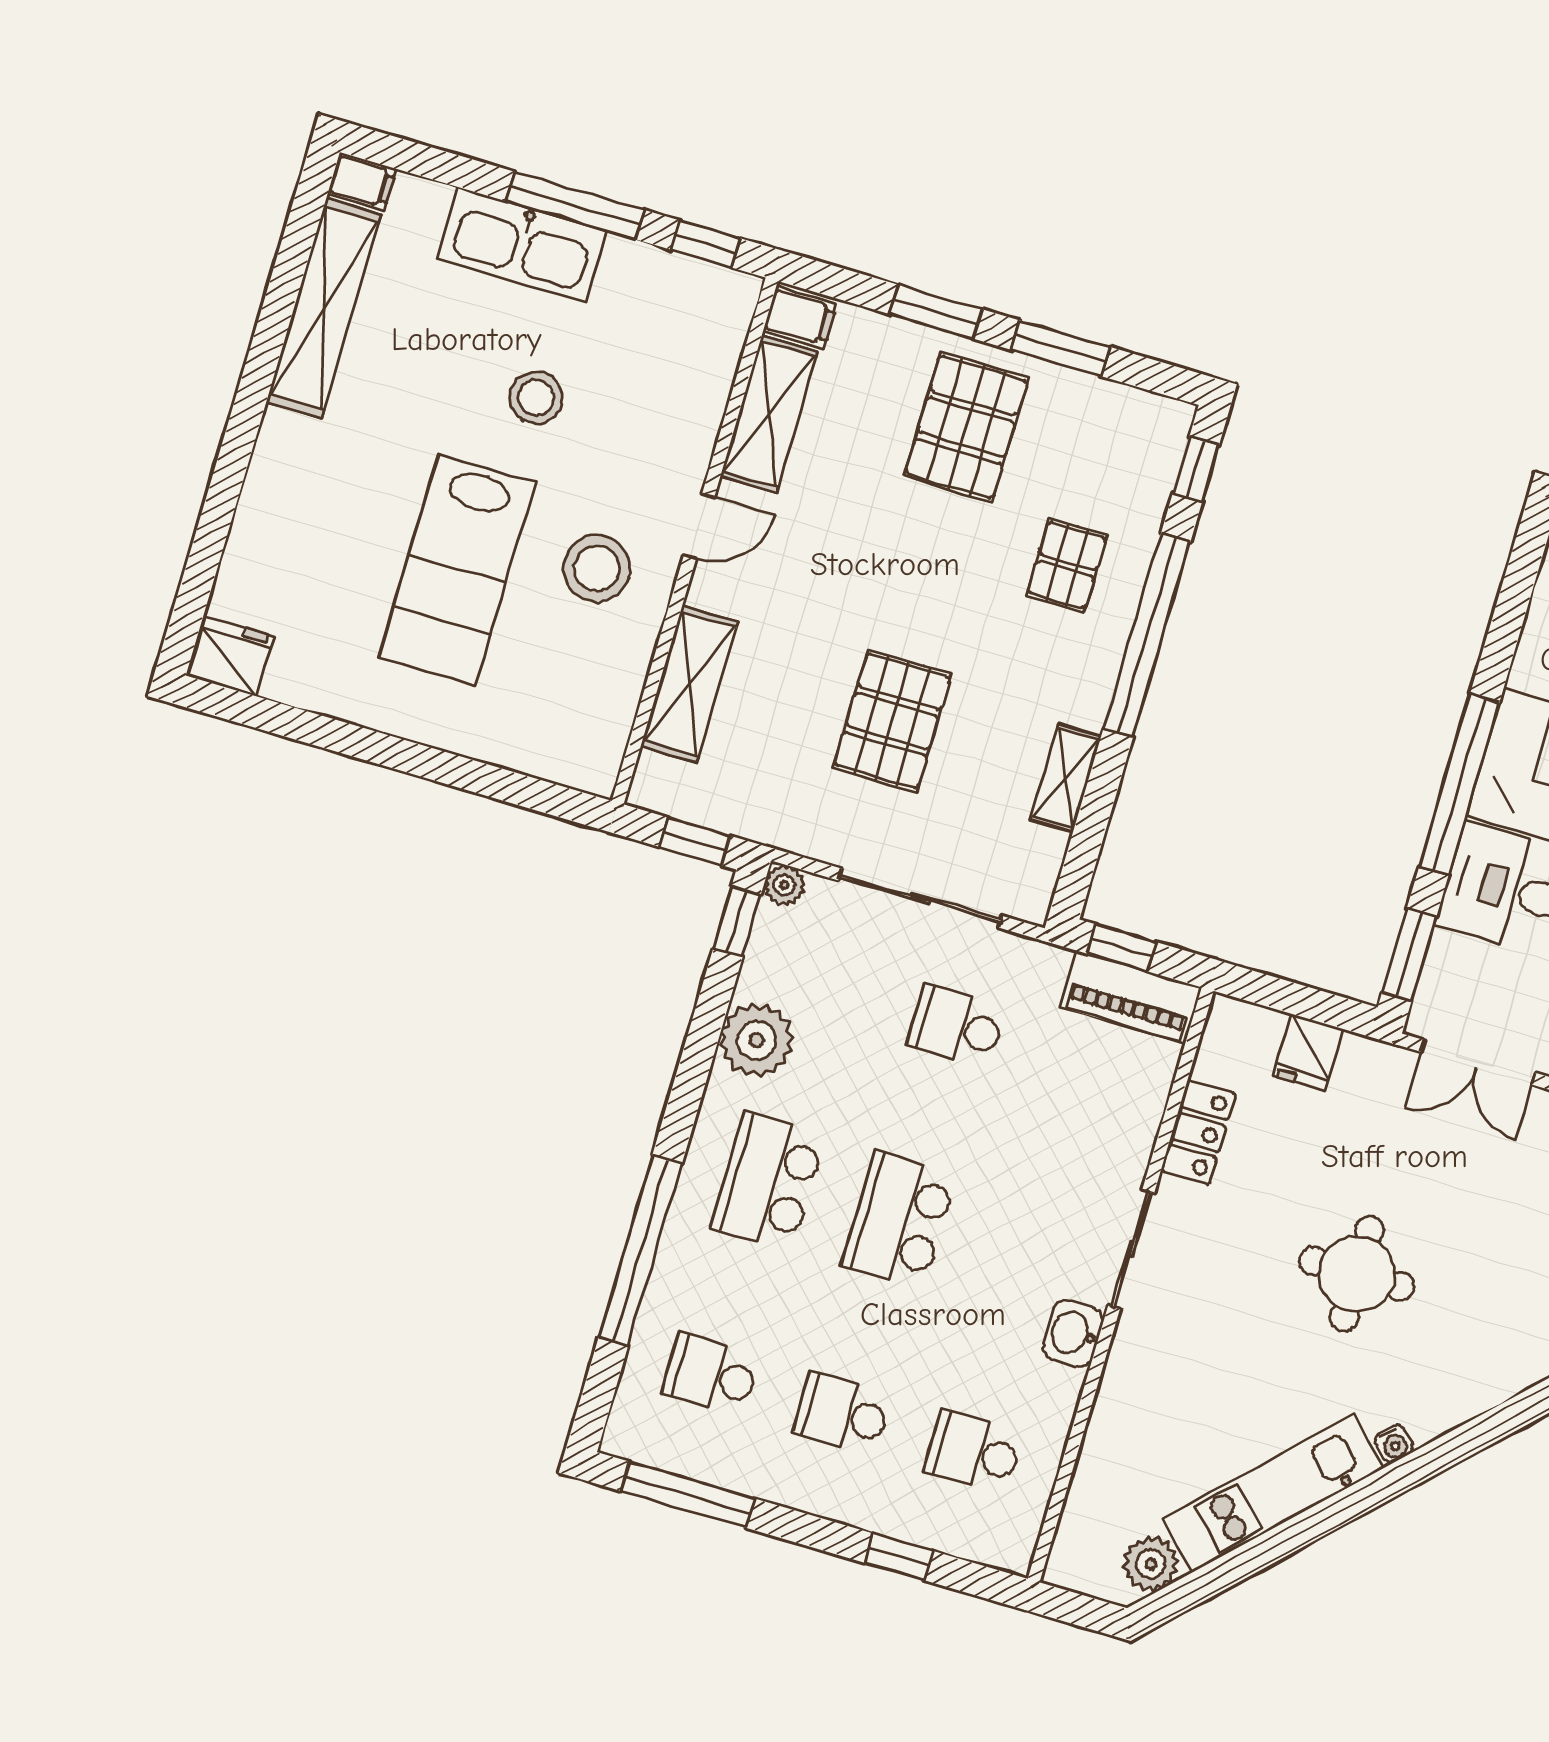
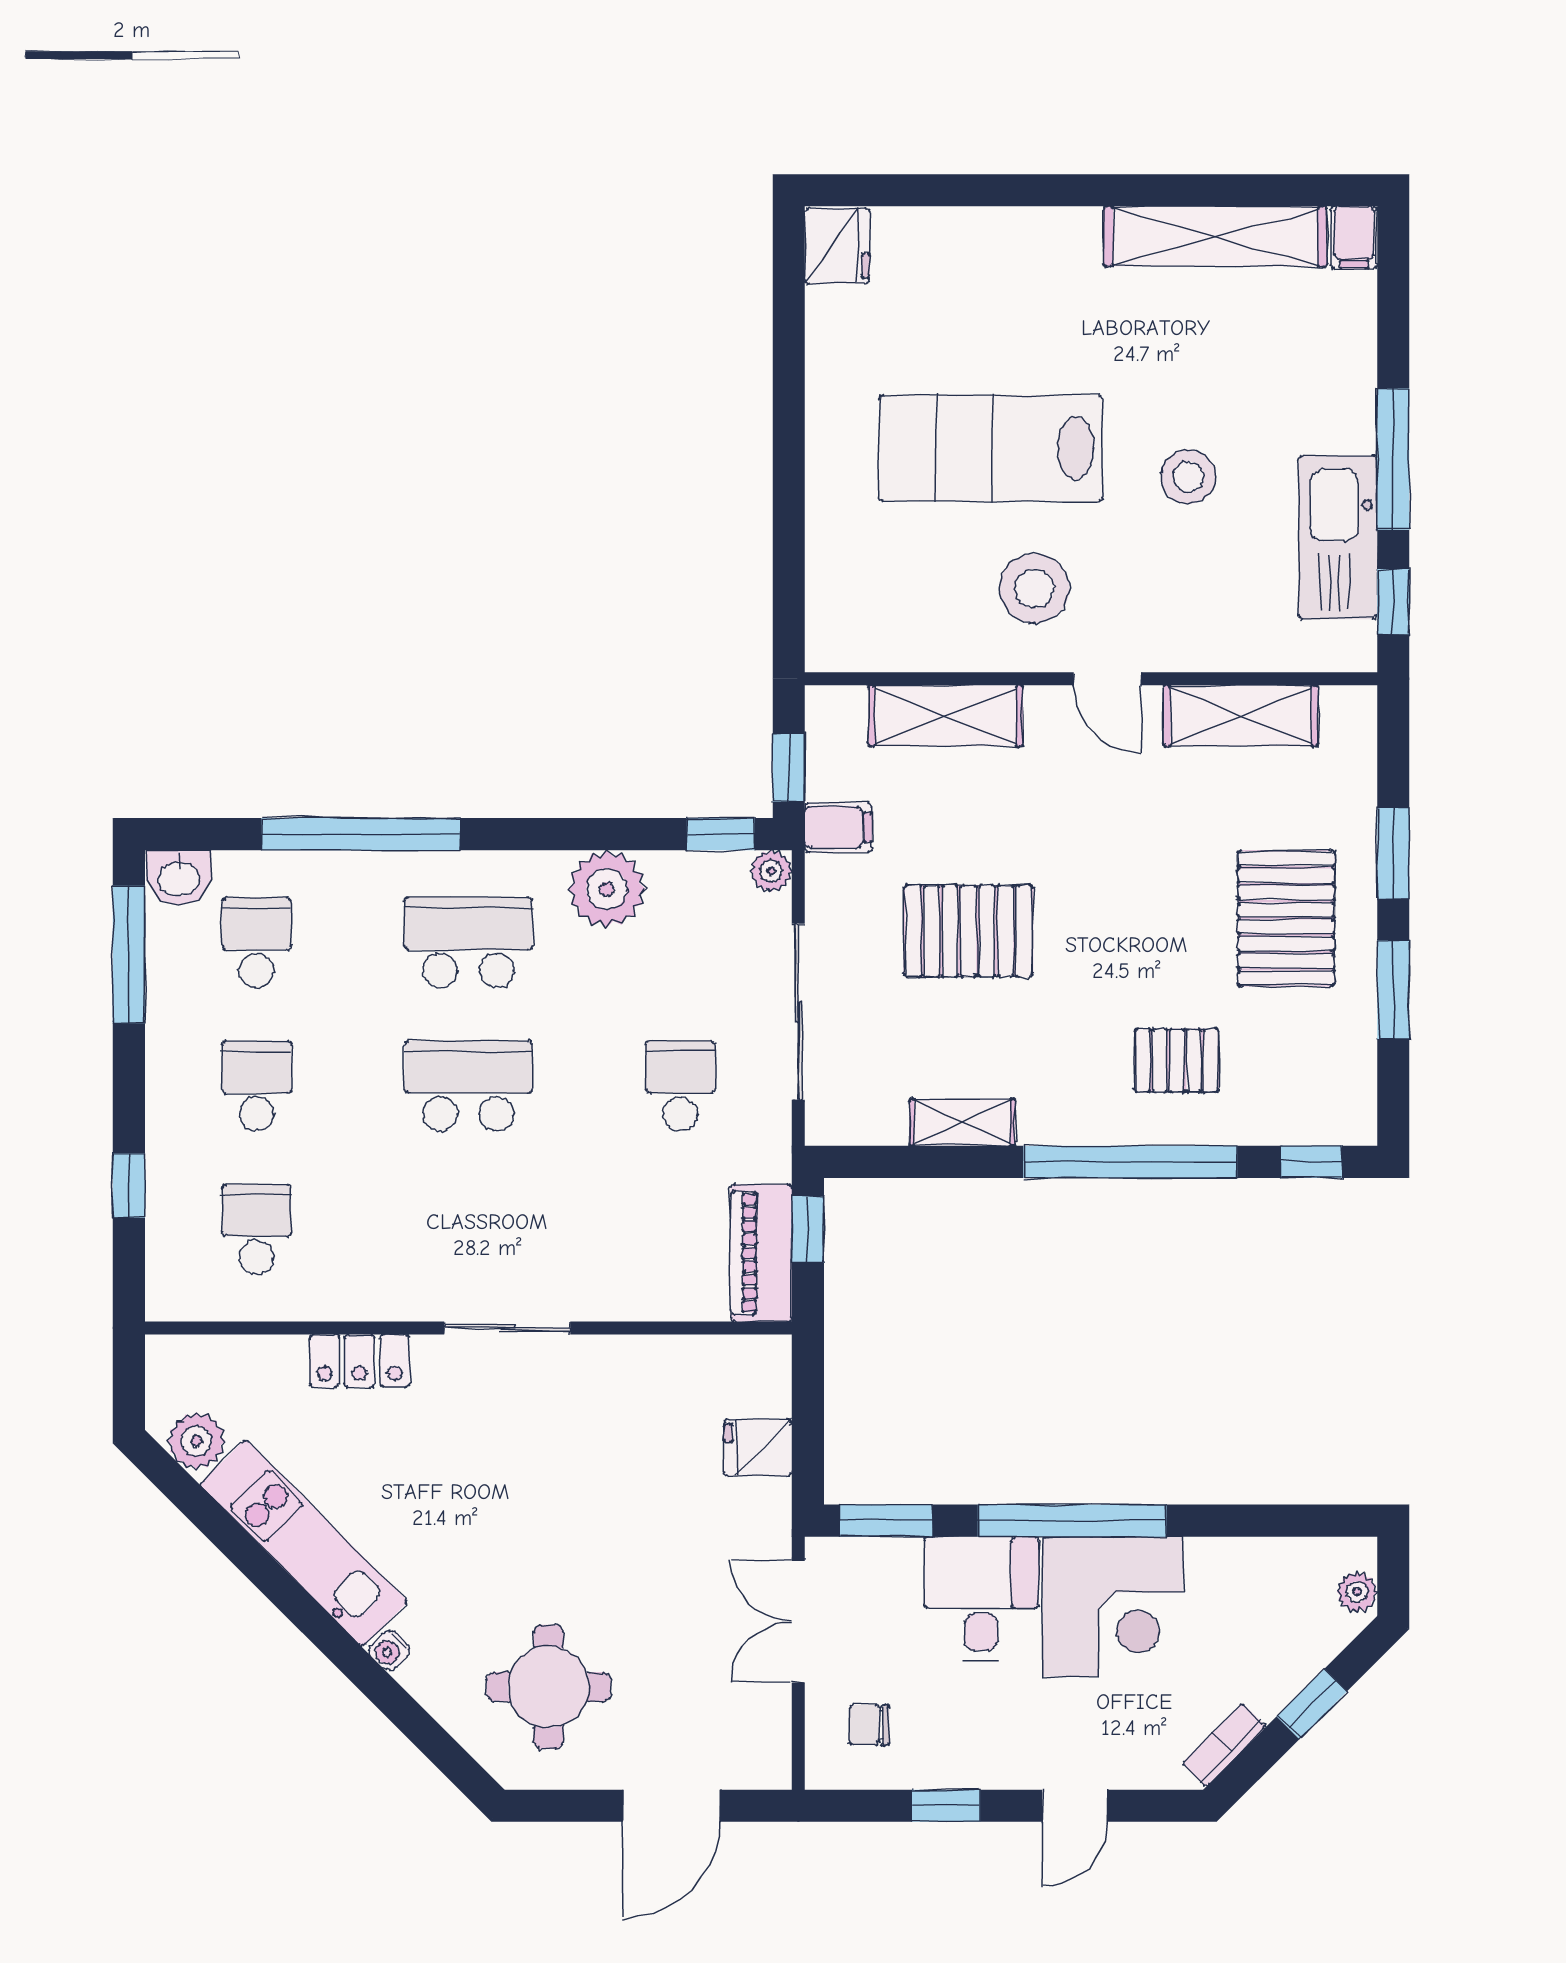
kitchen sink: (522, 245) -> (1338, 538), moved
filing cabinet: (800, 318) -> (838, 827), moved, turned -90
pallet: (966, 427) -> (1286, 918), turned 90
locker: (1198, 1132) -> (359, 1361), moved
round table: (1357, 1274) -> (549, 1687), moved
washbasin: (1073, 1333) -> (179, 877), moved, turned 180

